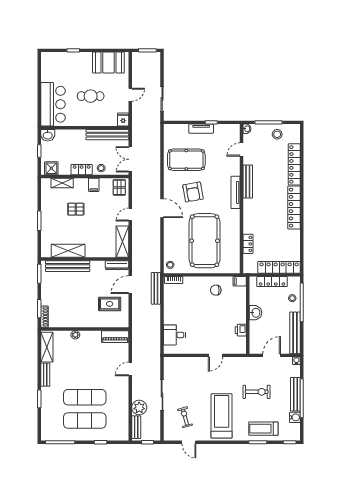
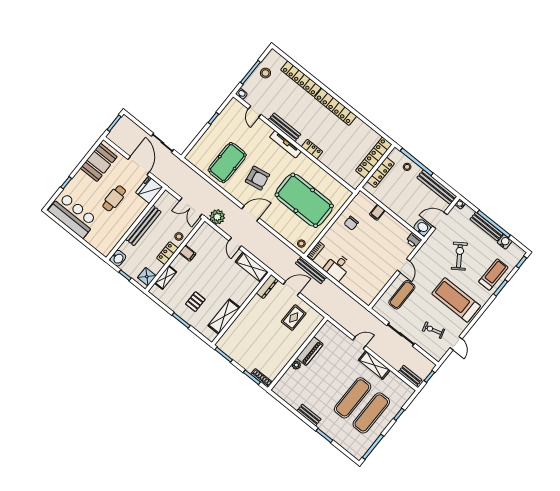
door: (130, 95) -> (139, 166), width x1.88
bar counter: (53, 104) -> (73, 215), moved
fridge: (123, 120) -> (149, 190), width x1.88, depth x1.34
tv unit: (201, 129) -> (212, 131), removed
bench: (107, 135) -> (143, 225), moved
pallet: (119, 187) -> (206, 234), removed
pallet: (76, 209) -> (195, 302), moved
locker: (248, 244) -> (312, 149), moved
bench: (68, 266) -> (236, 327), removed
filing cabinet: (240, 281) -> (377, 212), moved
door: (130, 285) -> (291, 288), swing flipped
washbasin: (256, 313) -> (422, 228), moved
printer: (241, 330) -> (414, 240), moved
desk: (174, 335) -> (337, 267), moved
piano: (115, 337) -> (310, 351), moved
shelving: (47, 347) -> (374, 365), moved
door: (272, 355) -> (440, 220), hinge flipped
door: (130, 369) -> (359, 343), swing flipped
exercise mat: (193, 372) -> (402, 295), added
exercise bike: (257, 392) -> (459, 256), turned -34
plant: (139, 408) -> (217, 217), moved
treadmill: (263, 429) -> (493, 274), turned 180
door: (189, 442) -> (456, 343), hinge flipped

